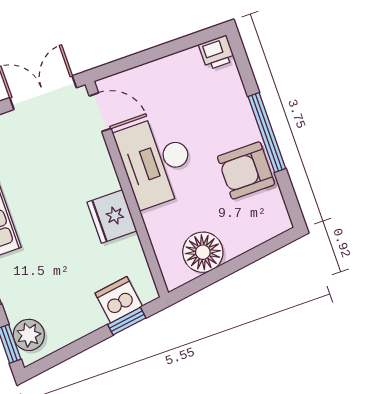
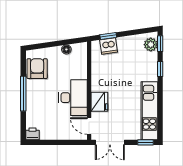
armchair: (246, 170) -> (37, 69), moved, turned -90
fridge: (112, 217) -> (99, 102), moved
floor lamp: (203, 252) -> (66, 49), width x0.53, depth x0.53

